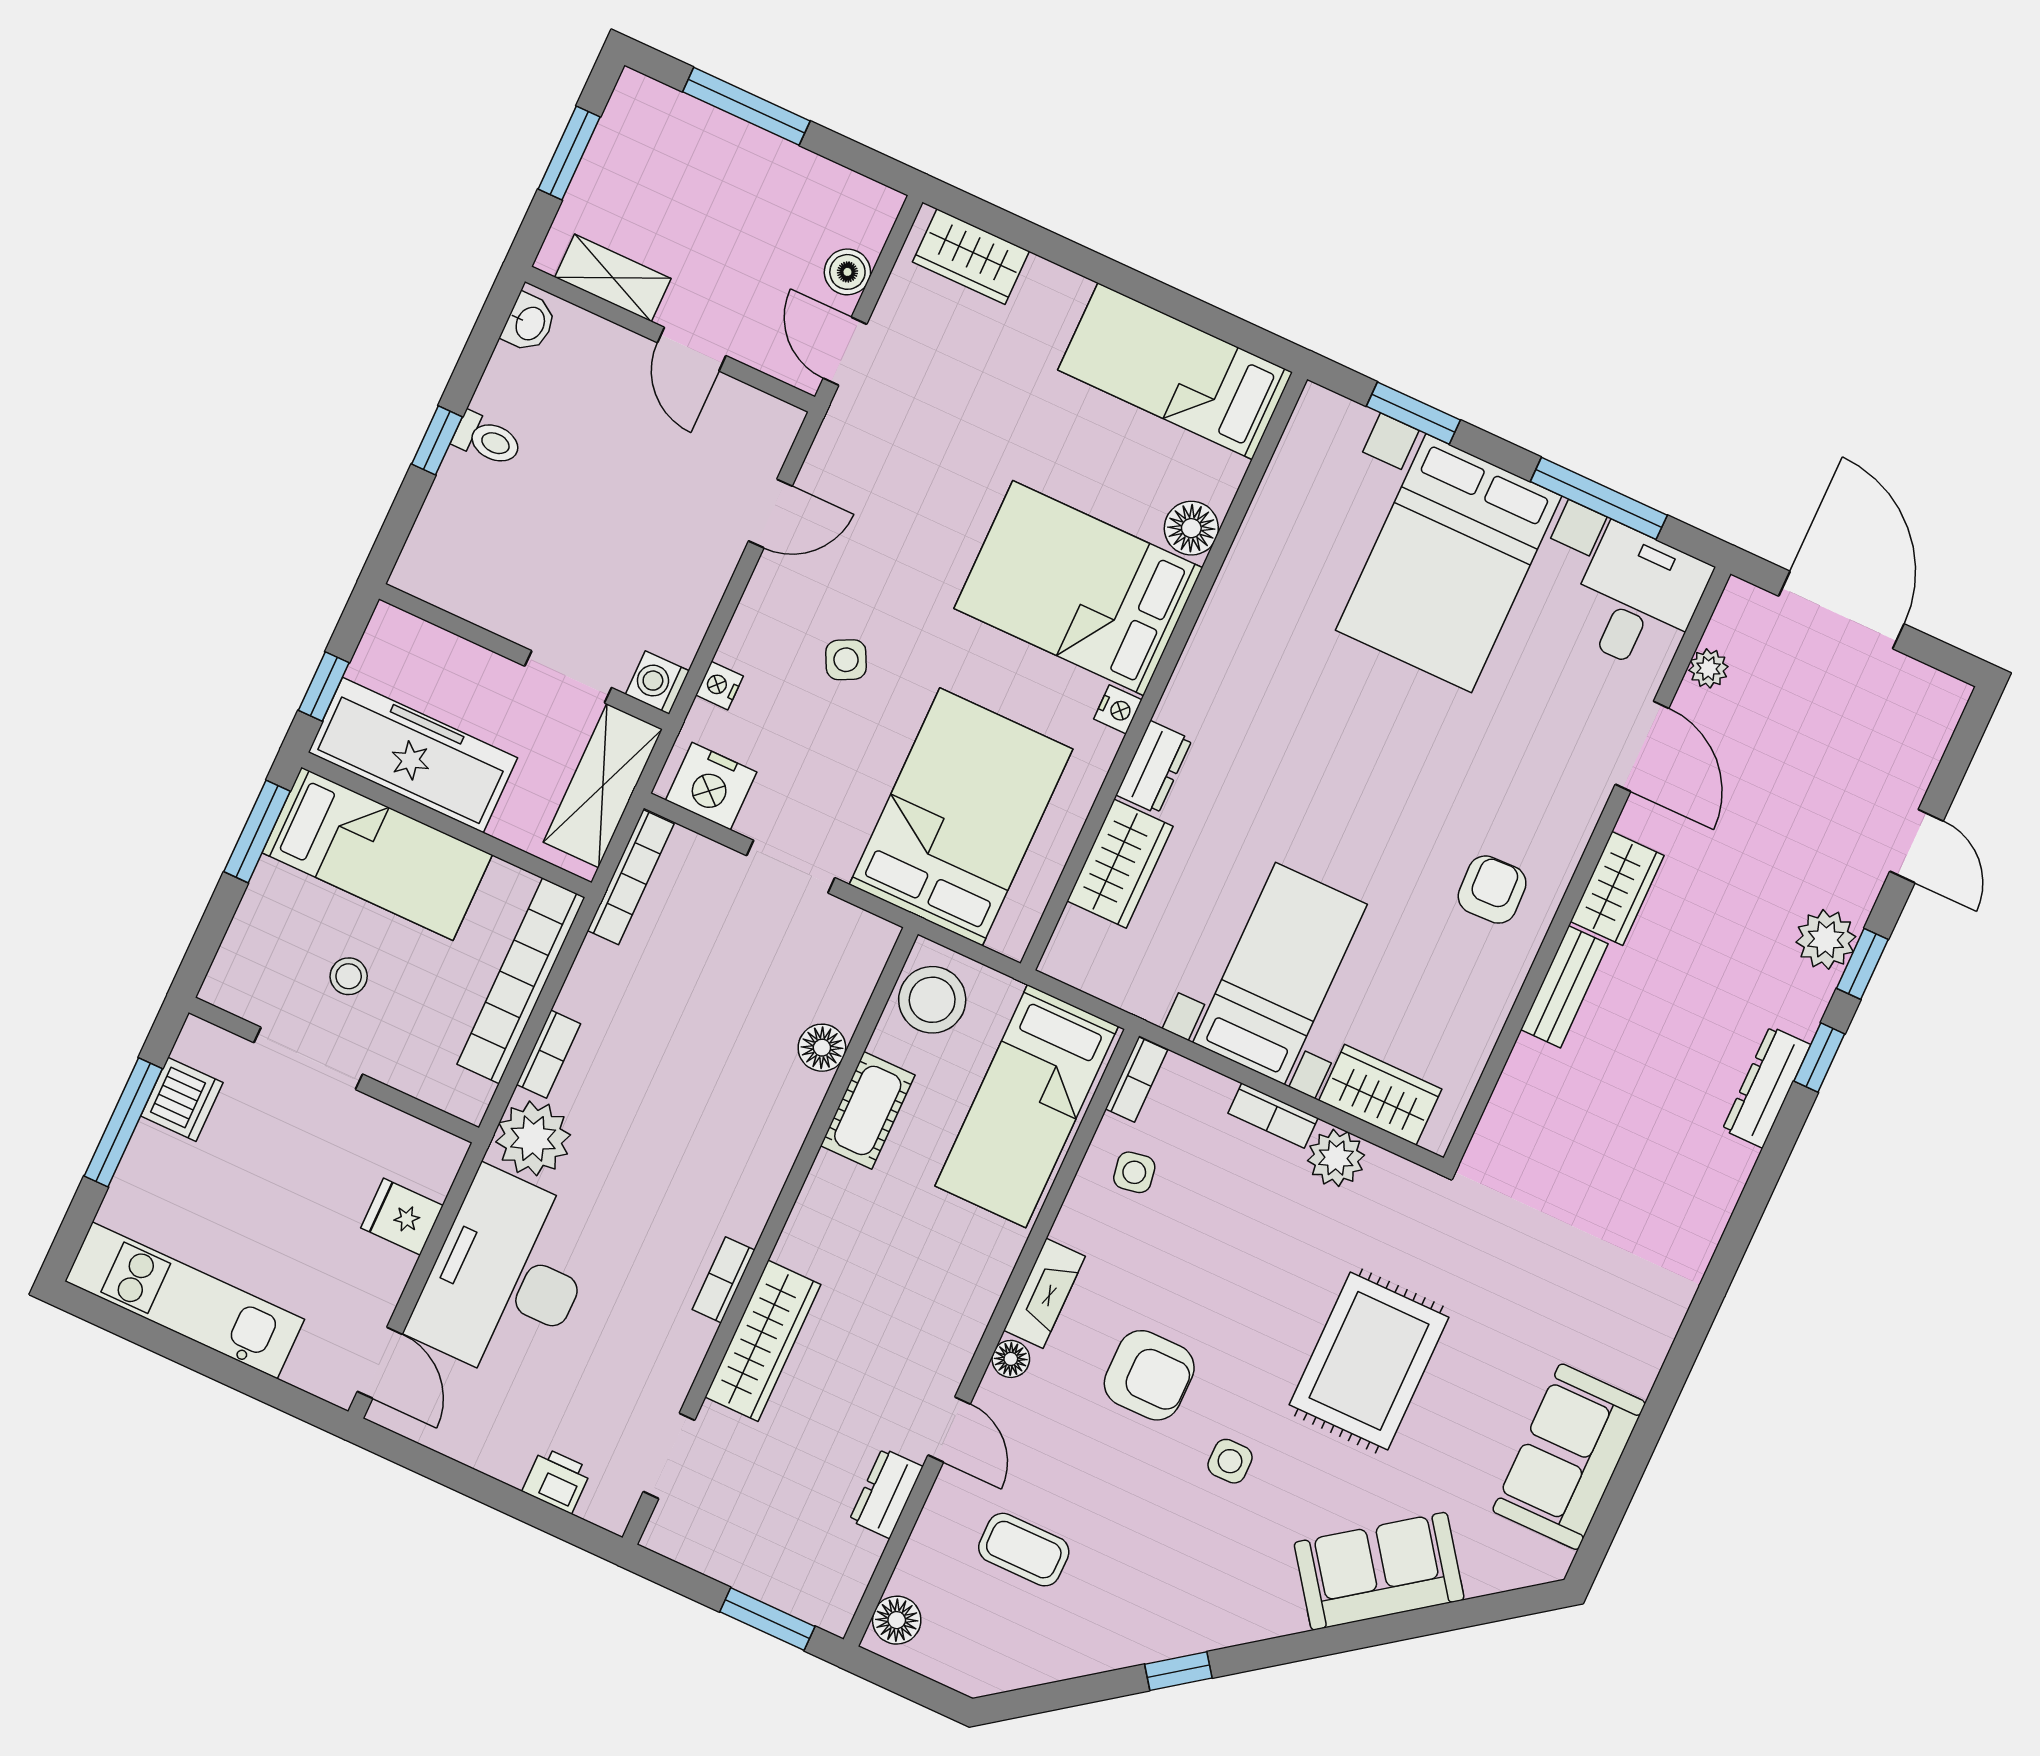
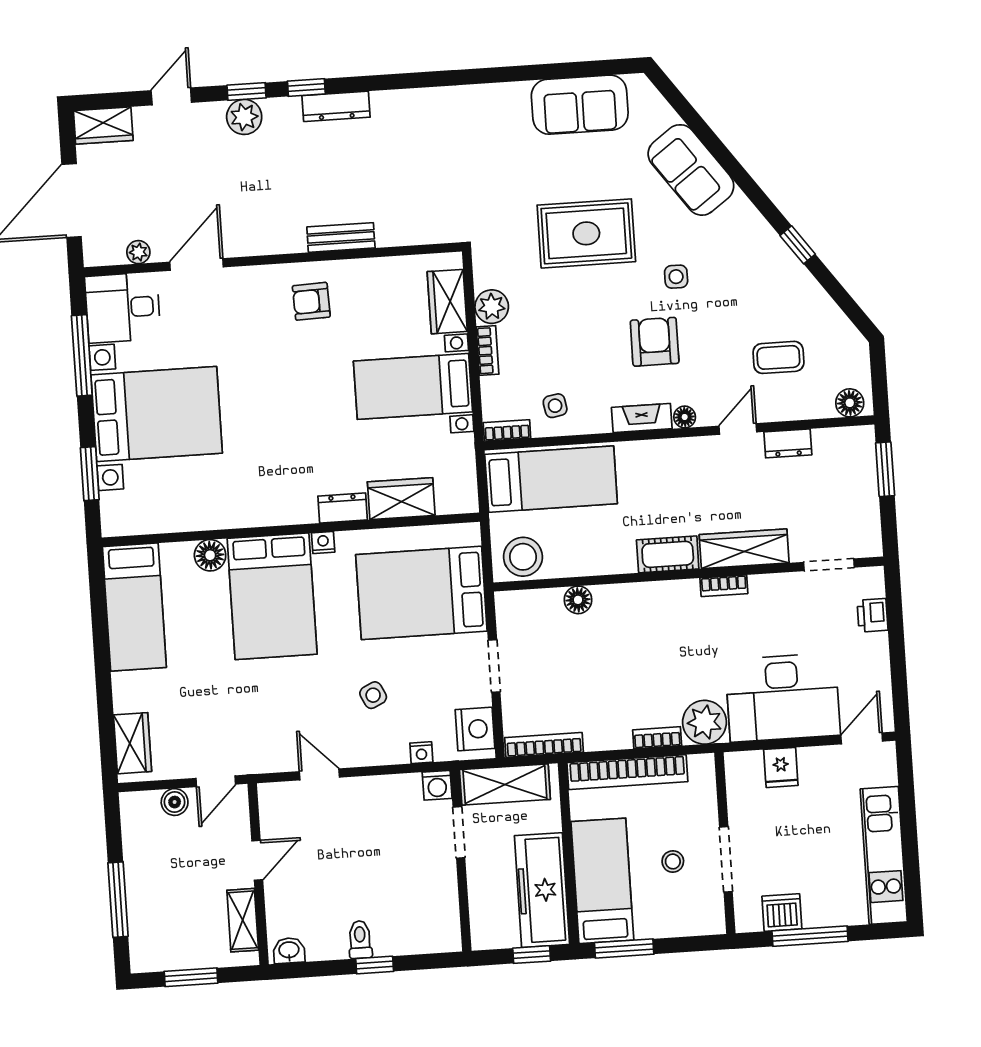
wardrobe: (1617, 888) -> (103, 126), moved, turned 180
cot: (868, 1110) -> (668, 554), moved
coffee table: (1024, 1550) -> (778, 357), turned 90

